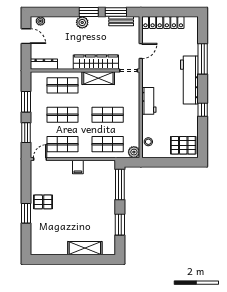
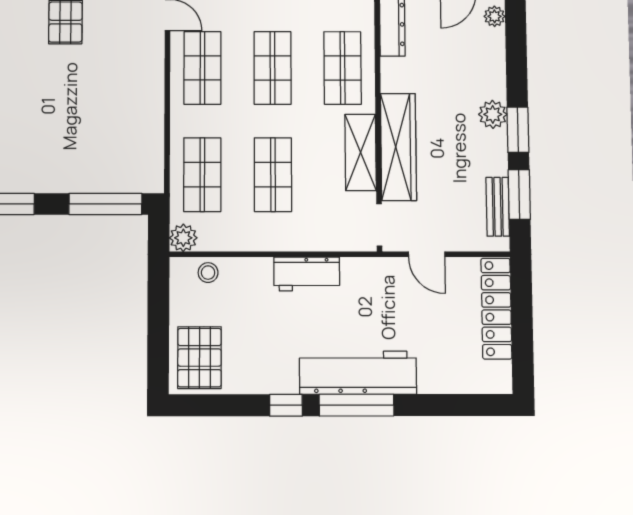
window: (203, 59) -> (356, 405), moved
filing cabinet: (78, 167) -> (148, 104), removed

